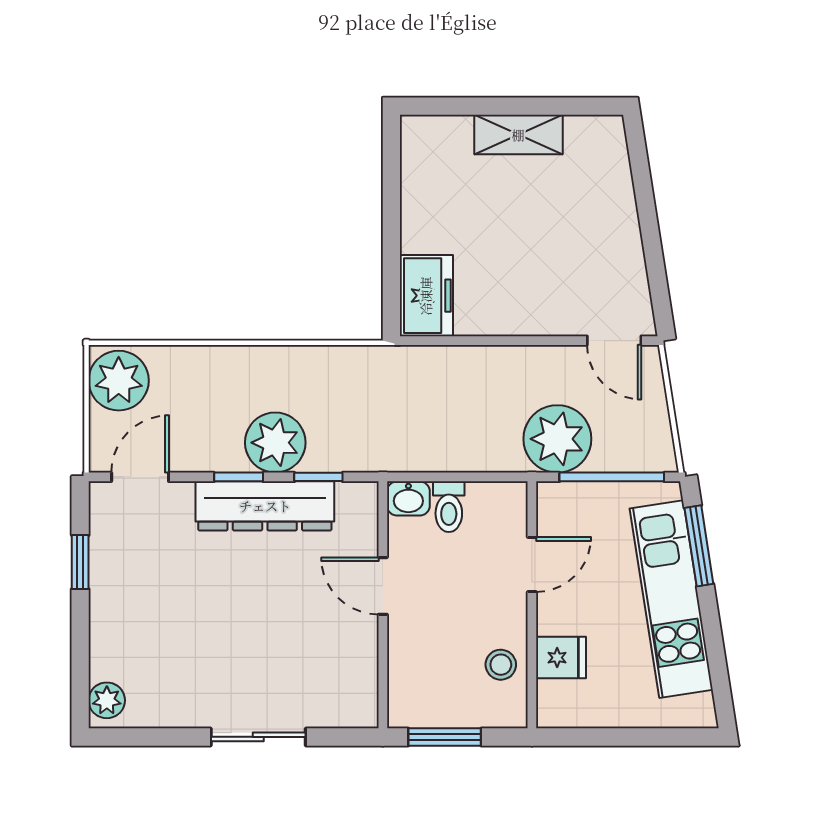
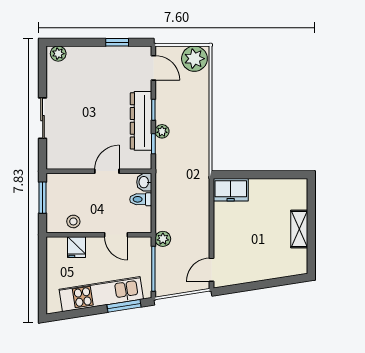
plant: (557, 439) -> (163, 239), width x0.53, depth x0.53
plant: (275, 443) -> (162, 131), width x0.53, depth x0.53

